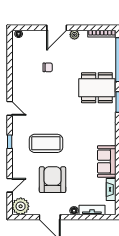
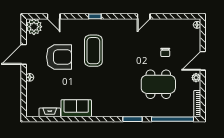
door: (57, 28) -> (203, 61), hinge flipped
dining table: (97, 88) -> (158, 84), moved, turned 90
door: (10, 108) -> (144, 16), moved
tv unit: (92, 210) -> (30, 94), removed

